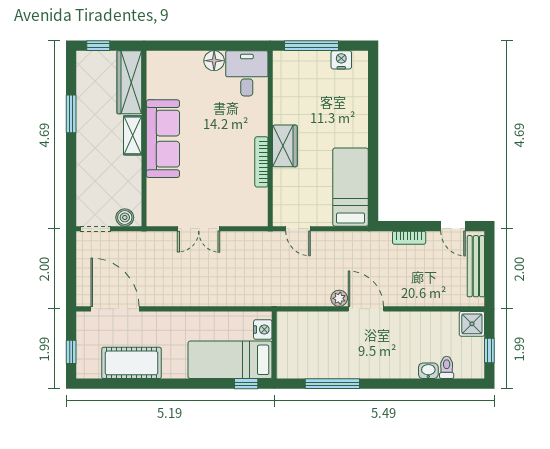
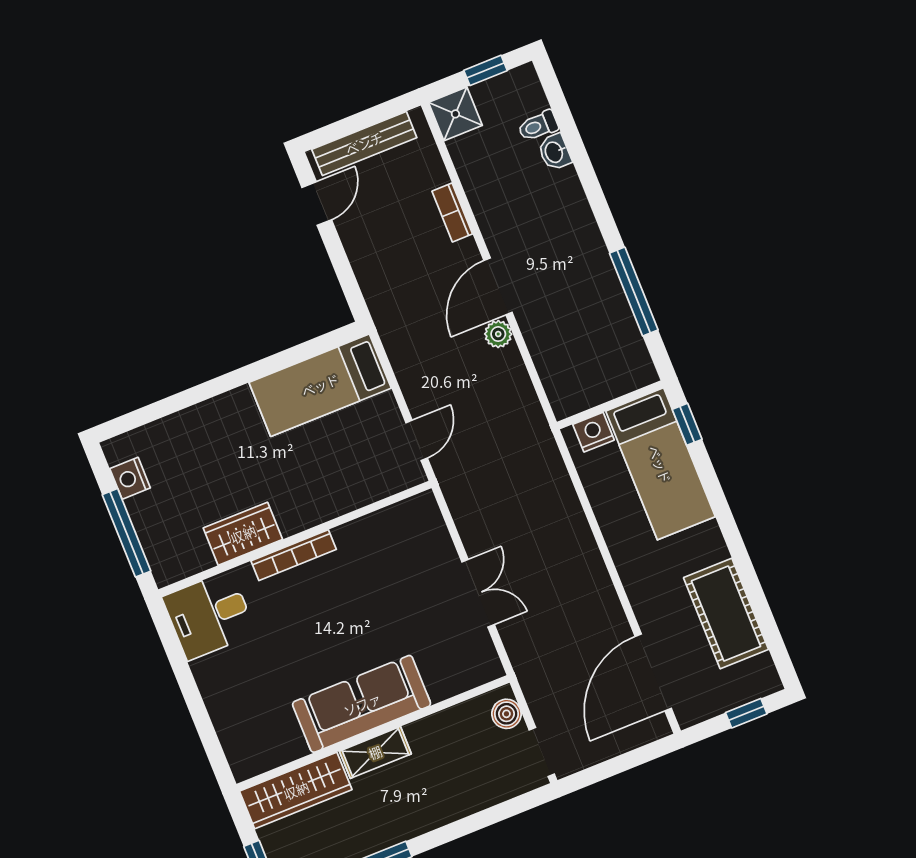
floor lamp: (214, 61) -> (210, 673), removed
wardrobe: (285, 146) -> (243, 534), moved
bookcase: (261, 162) -> (294, 555), moved
bookcase: (409, 238) -> (452, 212), moved, turned 180

